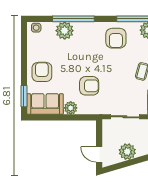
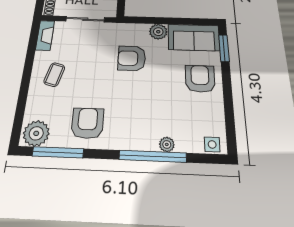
plant: (65, 31) -> (167, 144), width x0.53, depth x0.53
armchair: (42, 72) -> (200, 79), turned 180

